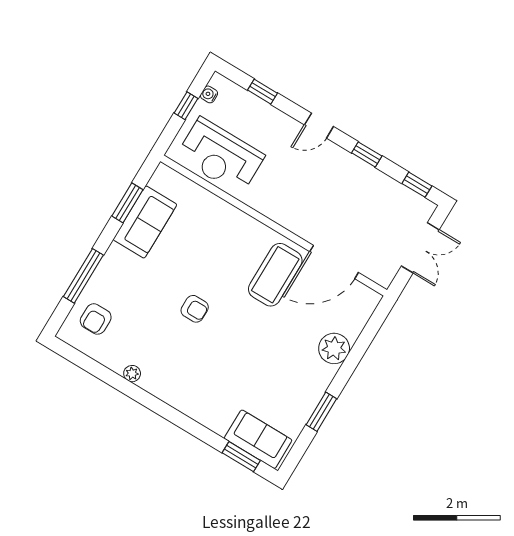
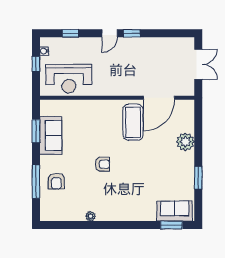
window: (367, 154) -> (132, 33), moved
window: (417, 185) -> (177, 33), removed
armchair: (96, 319) -> (56, 181), moved

